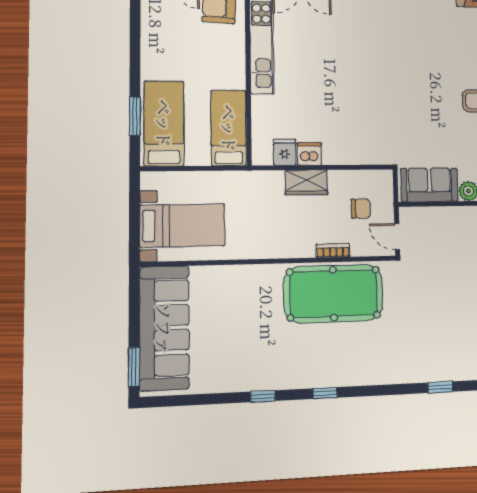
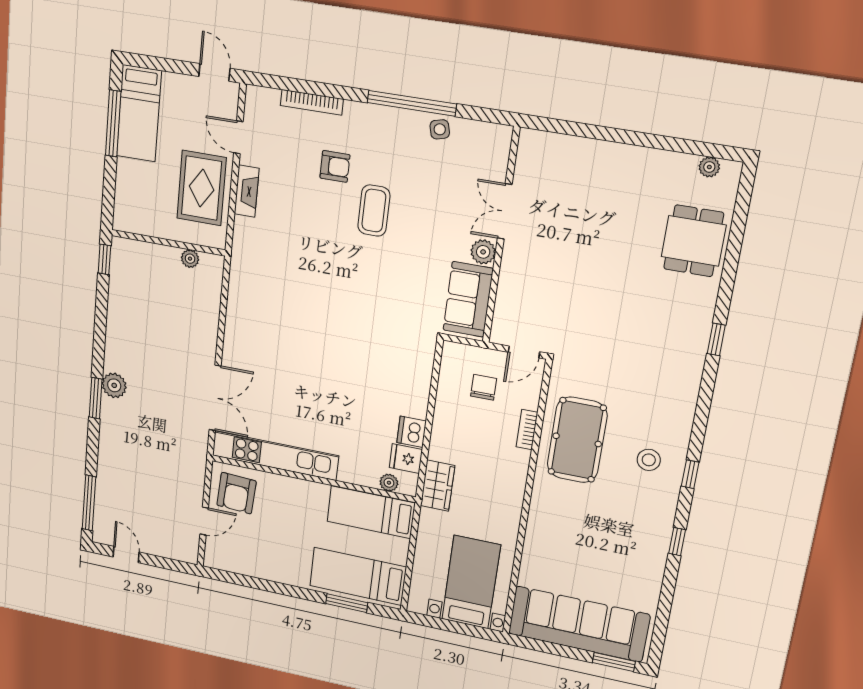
plant: (259, 140) -> (389, 483), added
wardrobe: (306, 182) -> (438, 486), moved
pool table: (333, 294) -> (577, 440), width x0.73, depth x0.76
stool: (330, 356) -> (649, 460), added

